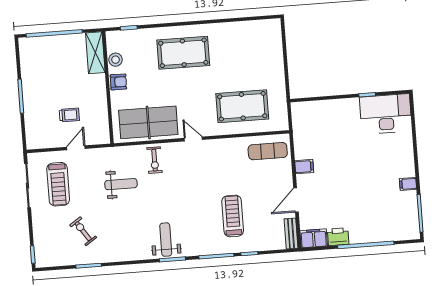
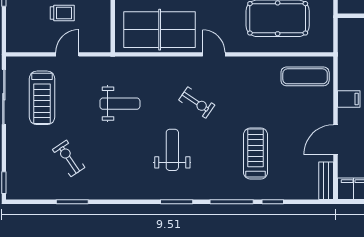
exercise bike: (155, 160) -> (197, 103), moved, turned -56
weight bench: (166, 240) -> (172, 150), moved

